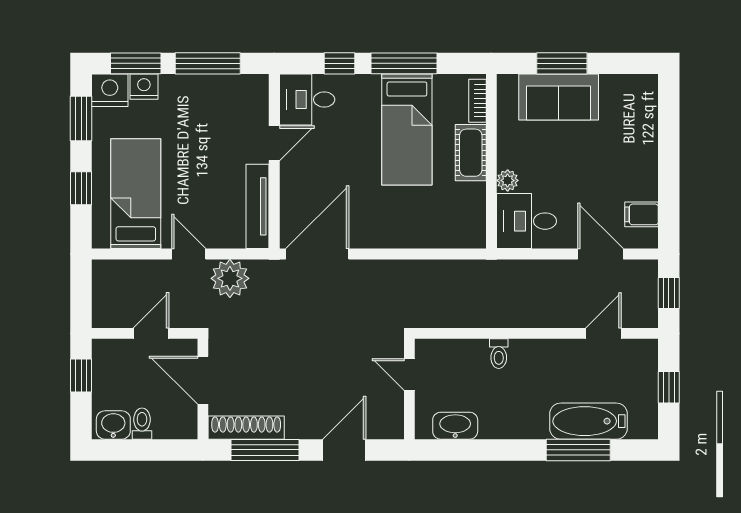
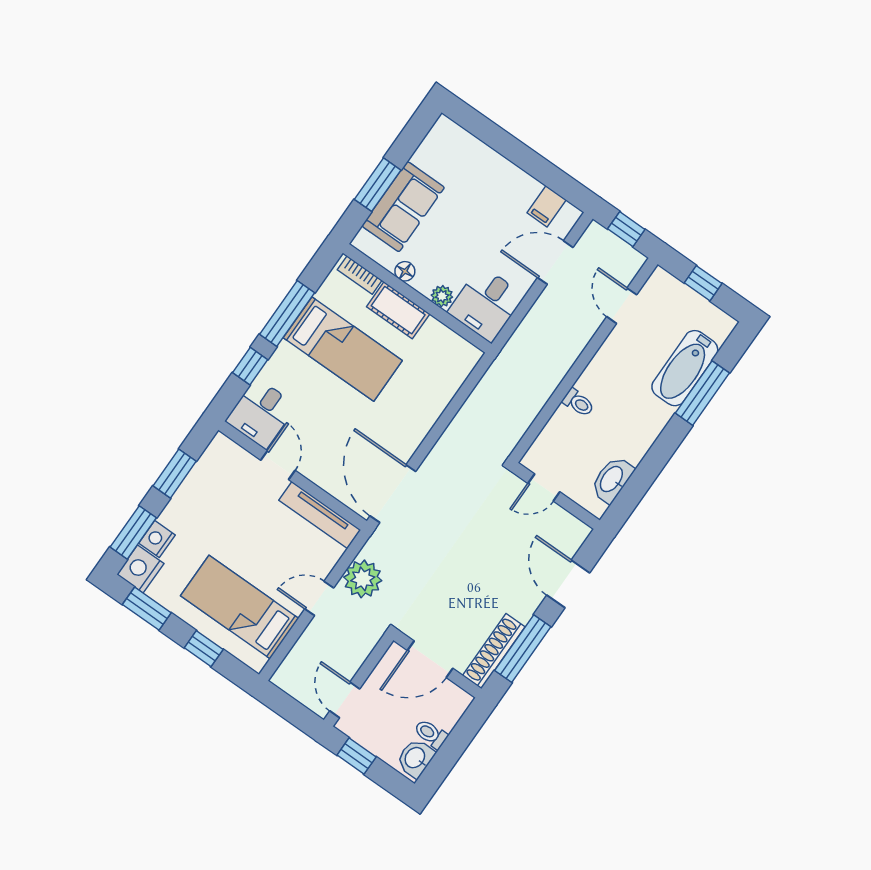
window: (208, 63) -> (175, 474), width x0.69
floor lamp: (507, 136) -> (405, 271), added
door: (151, 333) -> (345, 700), moved

